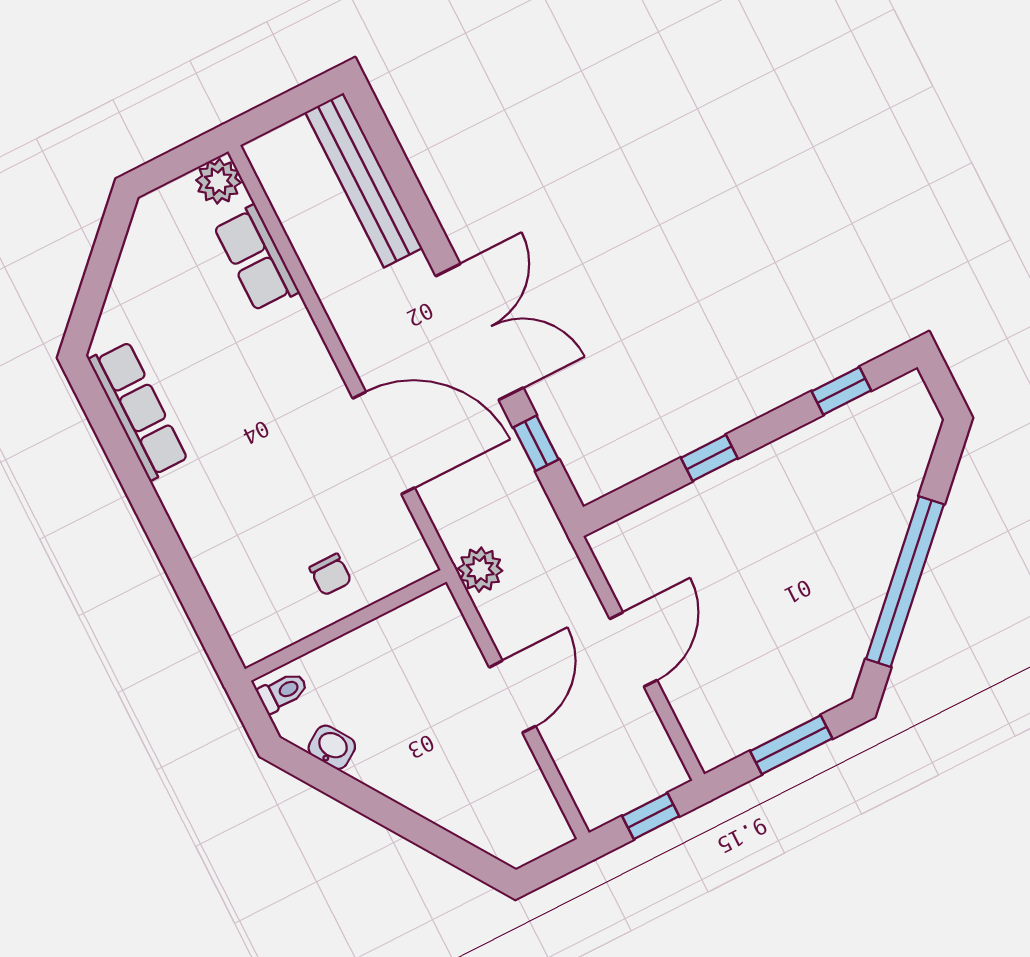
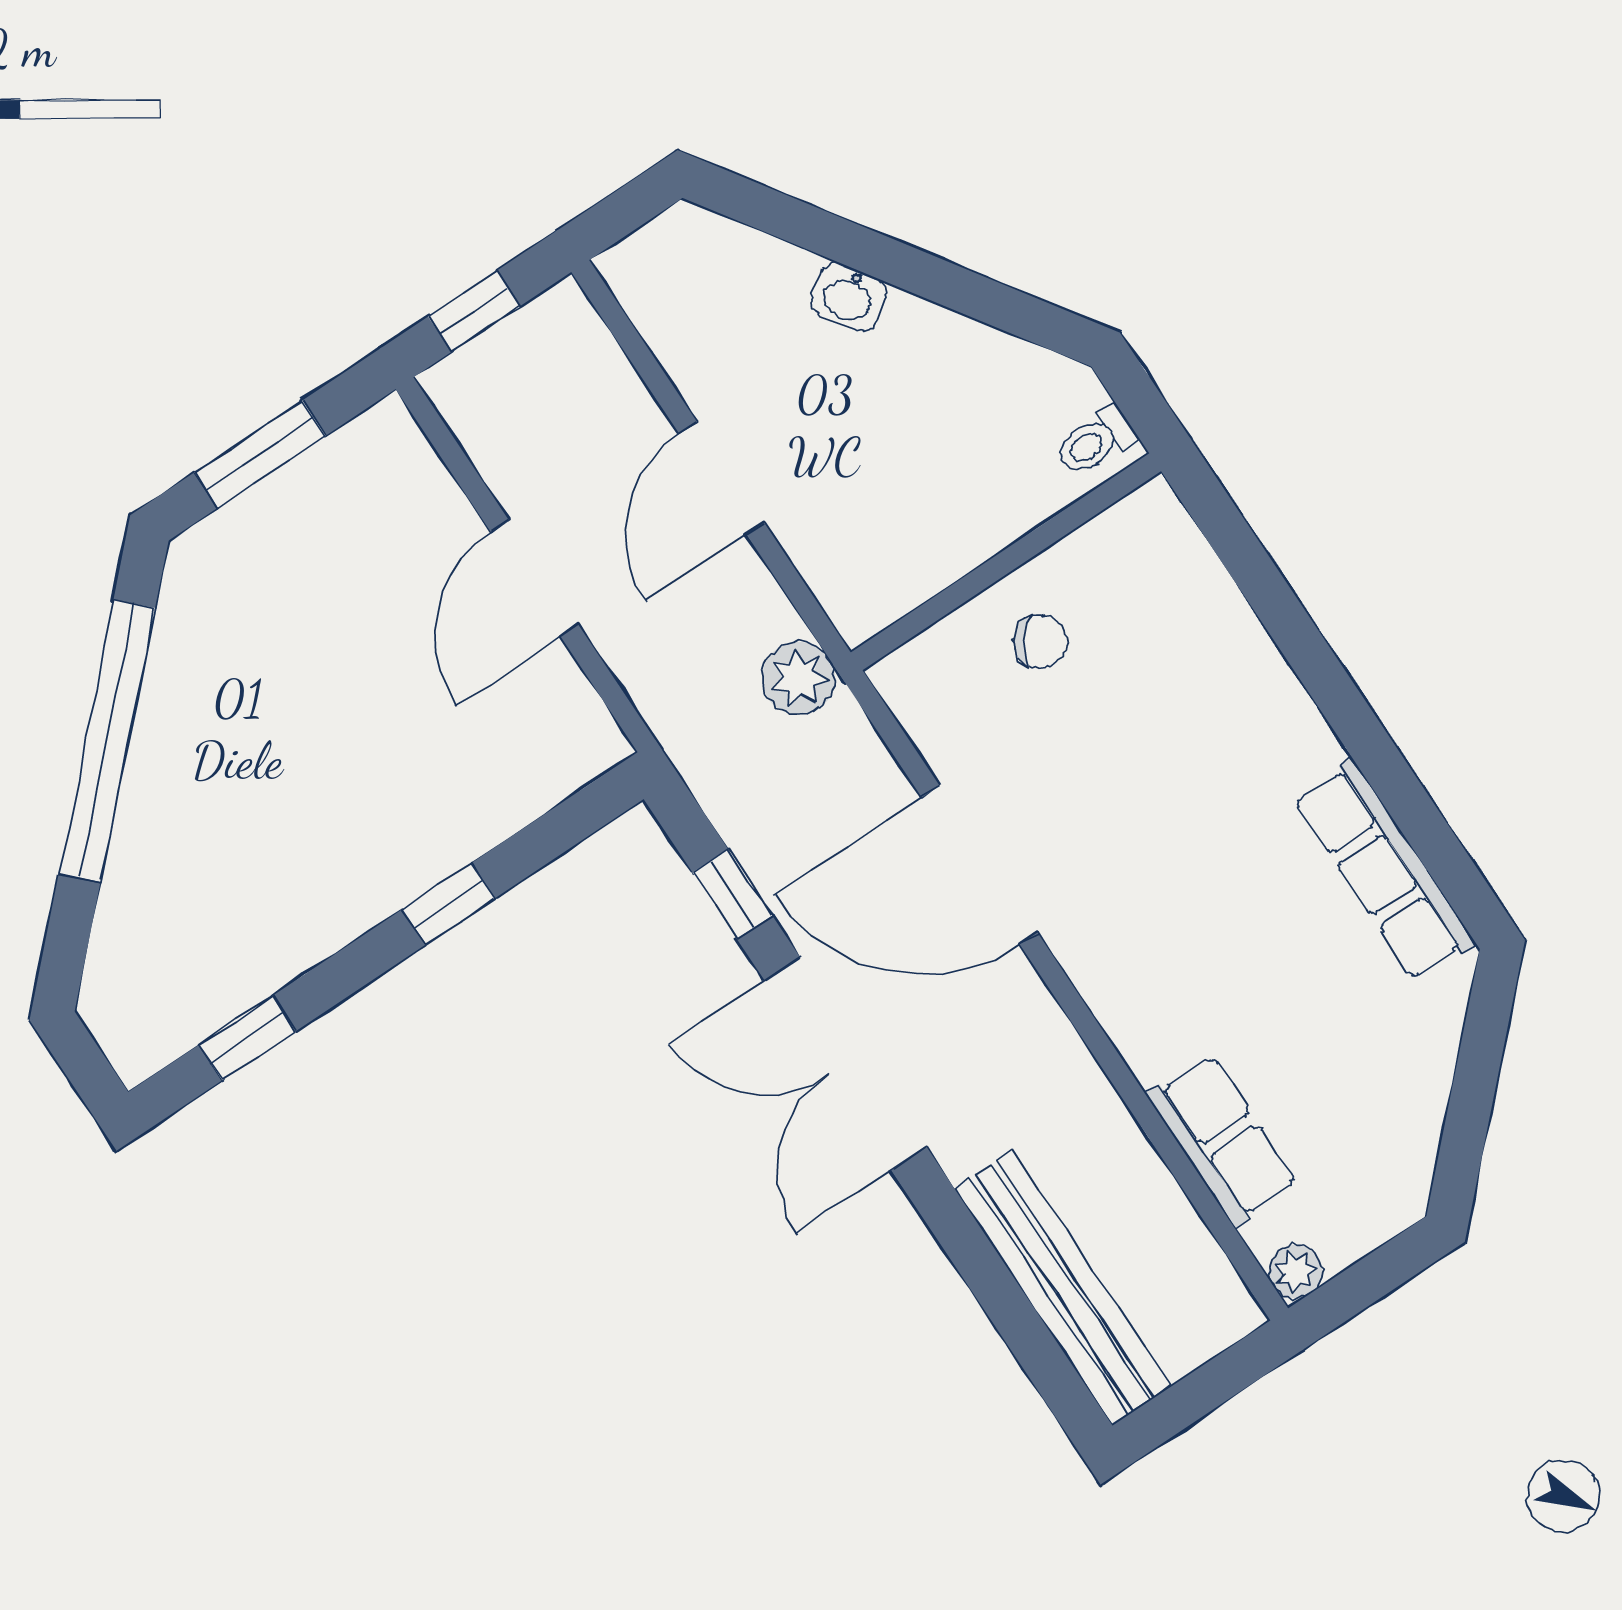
plant: (218, 181) -> (1296, 1272), width x0.73, depth x0.73
chair: (330, 575) -> (1041, 641), turned 125
washbasin: (332, 747) -> (849, 297), moved

